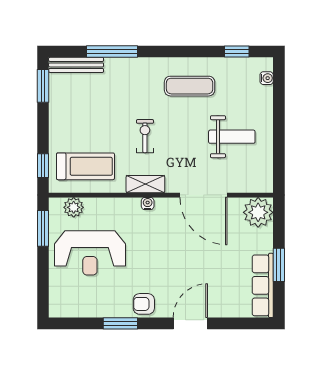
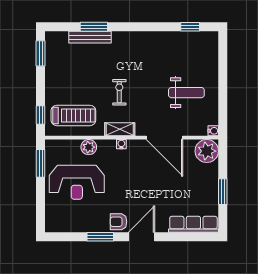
window: (112, 52) -> (94, 27), width x0.69
bench: (76, 65) -> (90, 37), moved
water cooler: (267, 78) -> (213, 131), moved
exercise mat: (190, 86) -> (154, 53), removed
plant: (74, 207) -> (89, 147), moved
row of seats: (263, 285) -> (193, 224), moved, turned 90
door: (190, 323) -> (142, 237), moved

